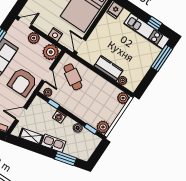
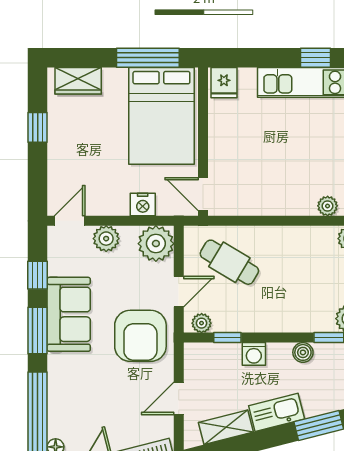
kitchen counter: (108, 68) -> (286, 201), removed
door: (47, 75) -> (179, 292), hinge flipped

